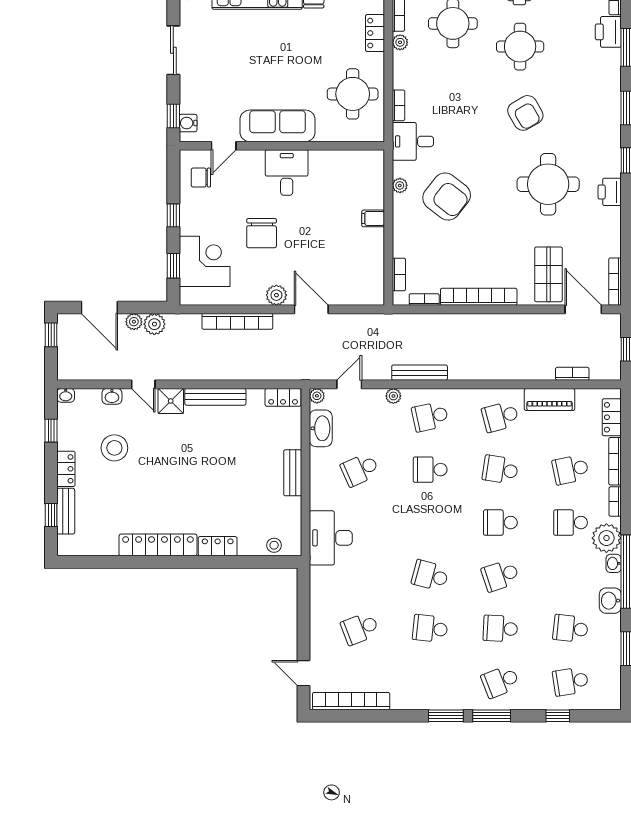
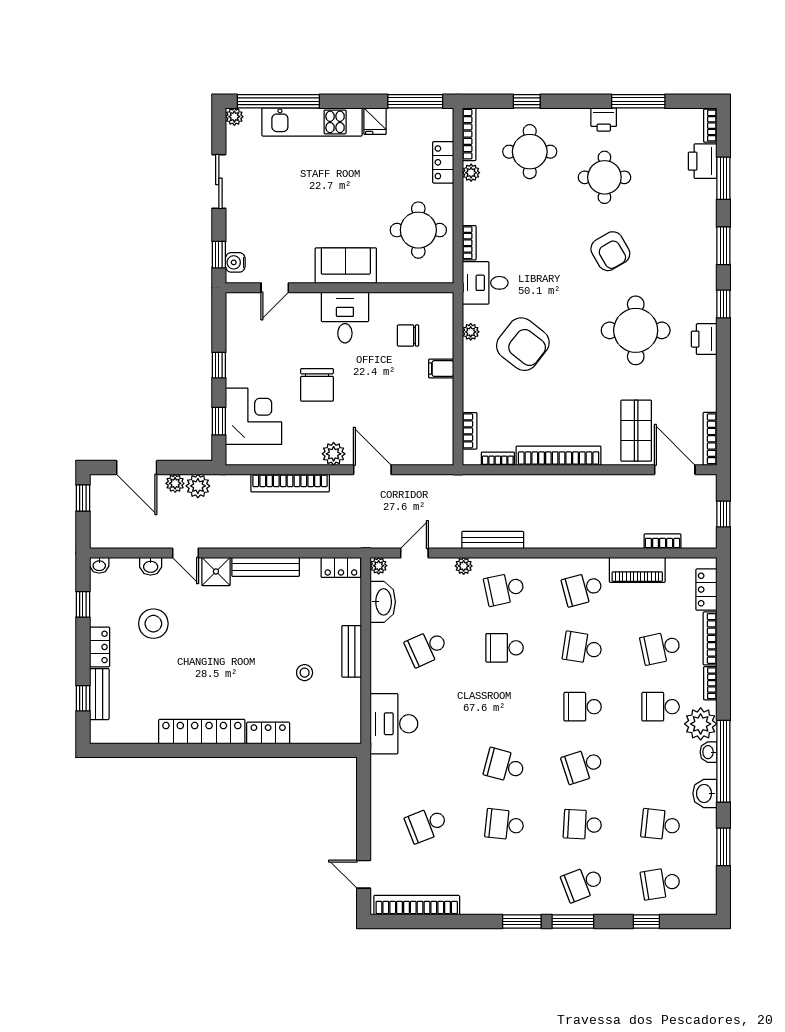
sofa: (278, 126) -> (346, 266), width x0.73
chair: (201, 178) -> (408, 336), moved
stool: (274, 545) -> (305, 673), moved

